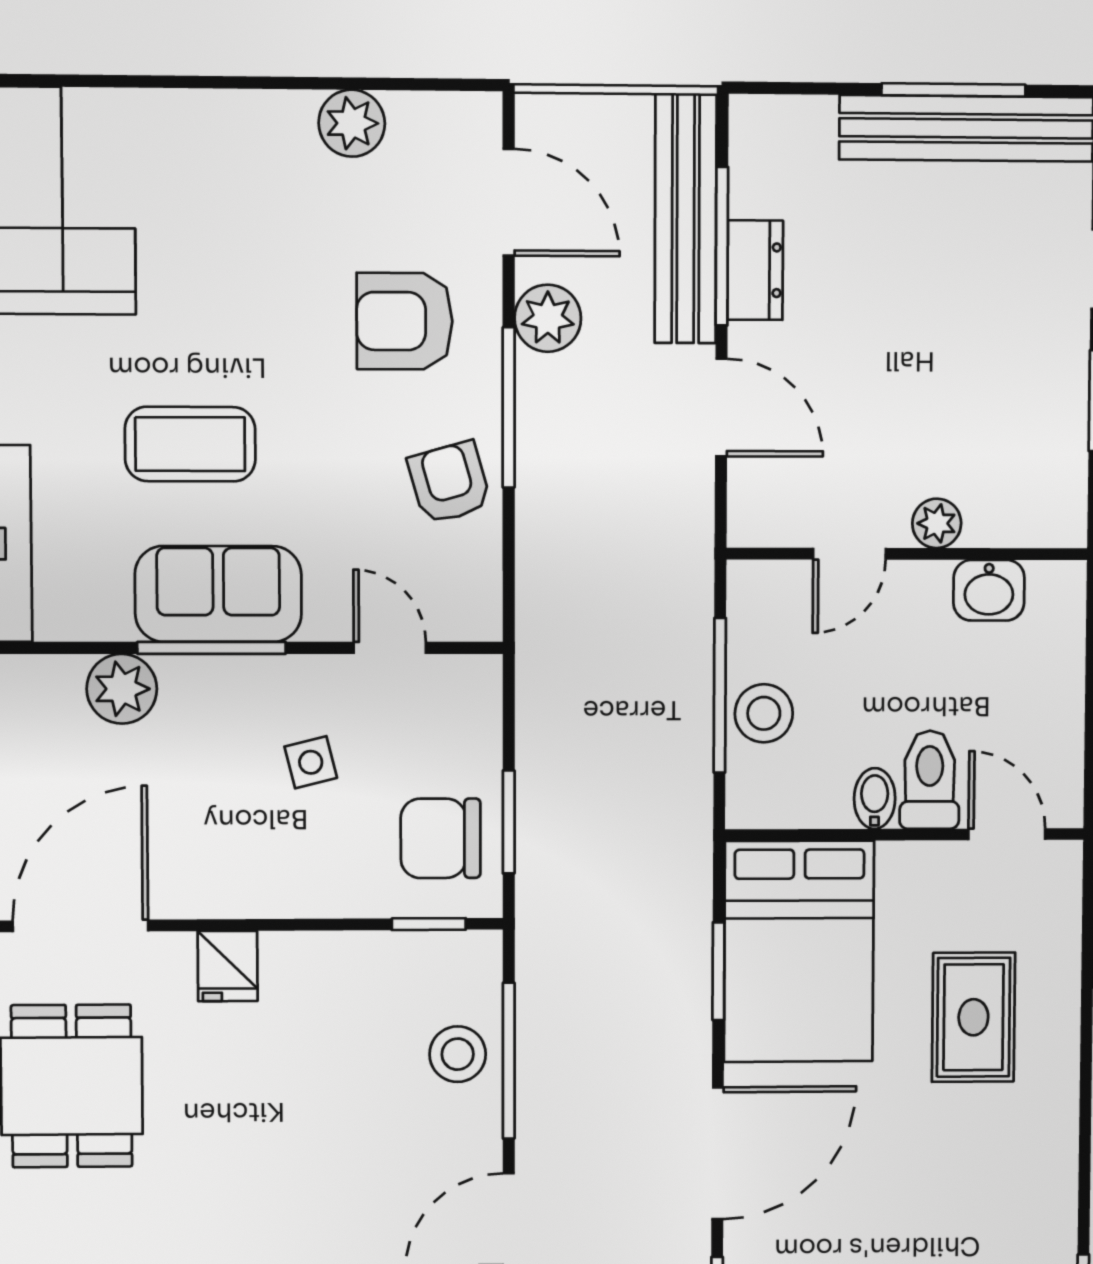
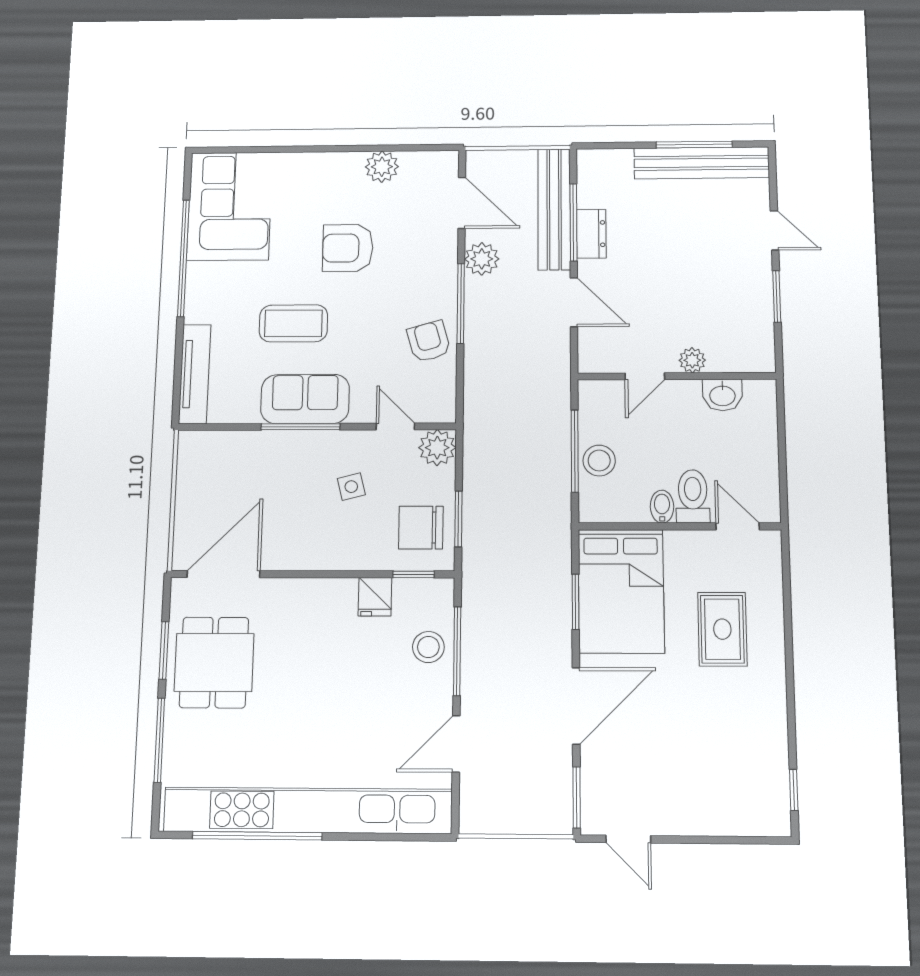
armchair: (405, 321) -> (348, 248), moved
plant: (122, 689) -> (437, 448), moved
fridge: (228, 966) -> (375, 597), moved

